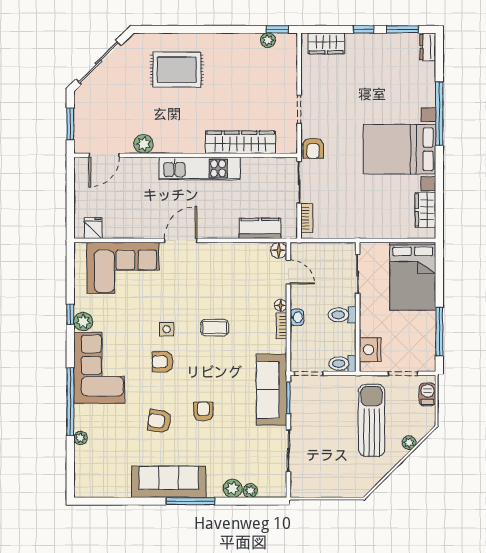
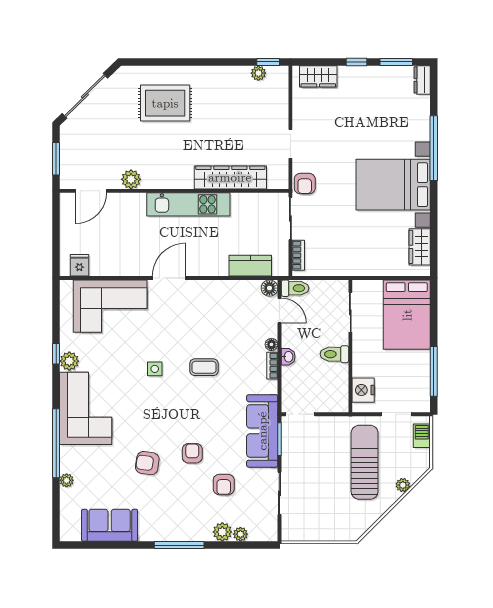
armchair: (163, 362) -> (224, 484), moved, turned -90
toilet: (342, 364) -> (295, 288), moved, turned 180
sofa: (169, 482) -> (110, 525), moved, width x0.73

